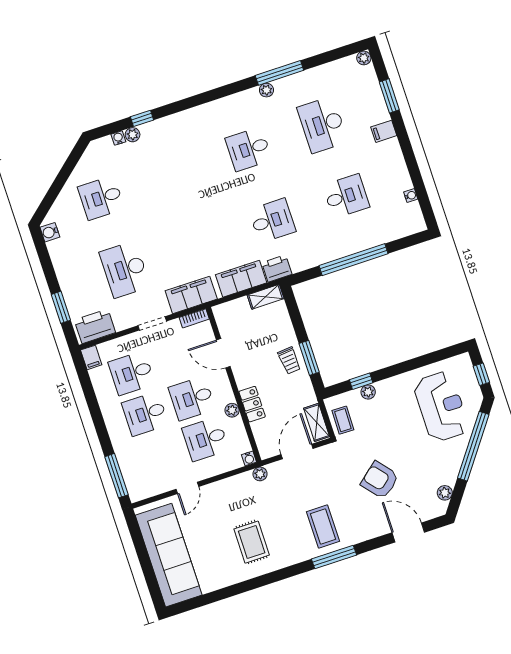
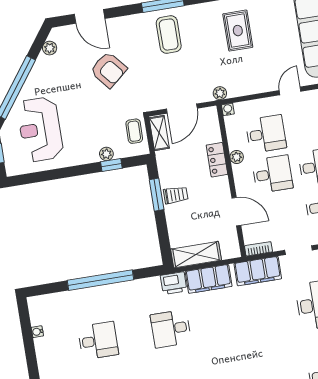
desk: (346, 196) -> (98, 341), turned 180
shelving: (266, 297) -> (196, 255), width x1.50, depth x1.33
trolley: (289, 361) -> (176, 195), turned 95

